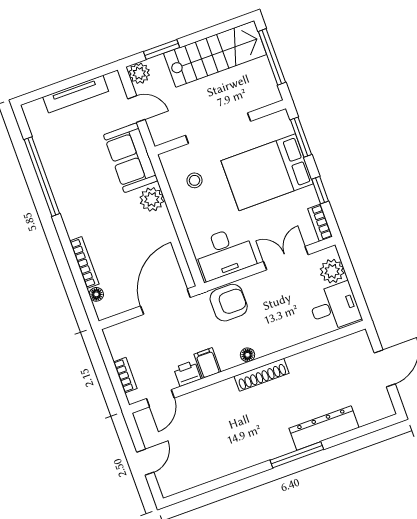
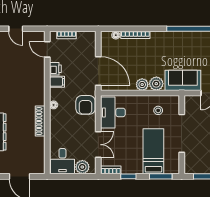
bed: (267, 172) -> (153, 151), width x0.67
plant: (162, 222) -> (142, 85), added
shoe rack: (262, 375) -> (40, 121), moved

